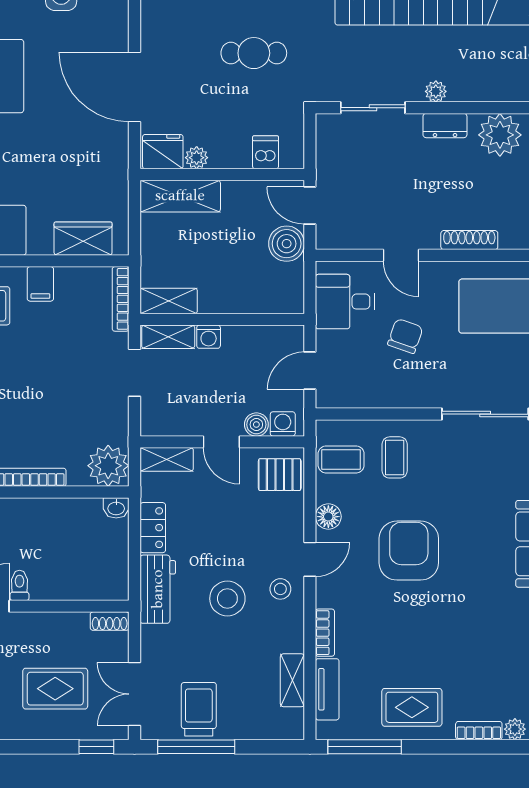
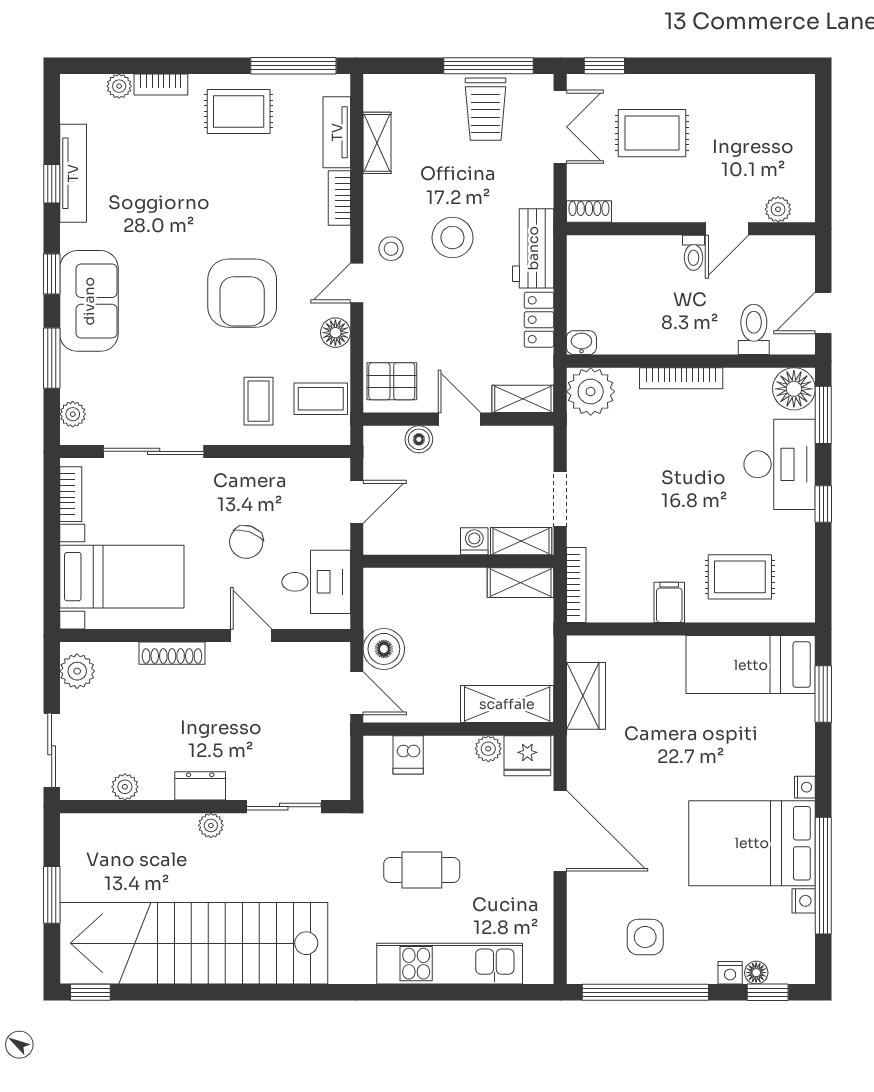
plant: (500, 135) -> (125, 787), width x0.53, depth x0.53
wardrobe: (83, 239) -> (586, 696), moved, turned -90
washing machine: (283, 424) -> (388, 440), removed

